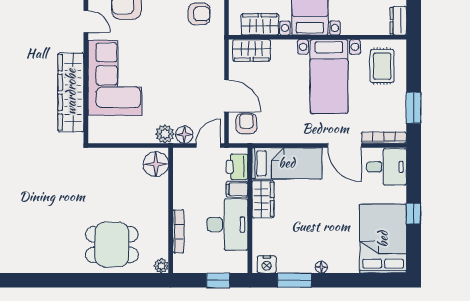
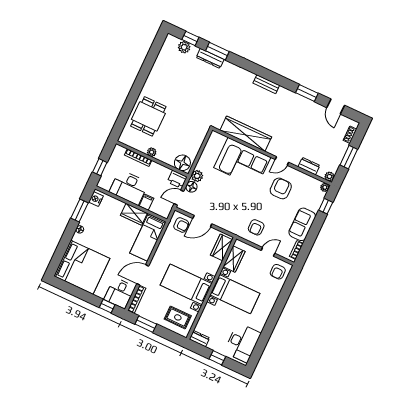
door: (208, 145) -> (179, 198), swing flipped
printer: (237, 167) -> (177, 179), moved, turned 180
window: (414, 214) -> (107, 306), moved
bed: (383, 239) -> (82, 267), width x1.36
plant: (161, 266) -> (152, 152), moved

